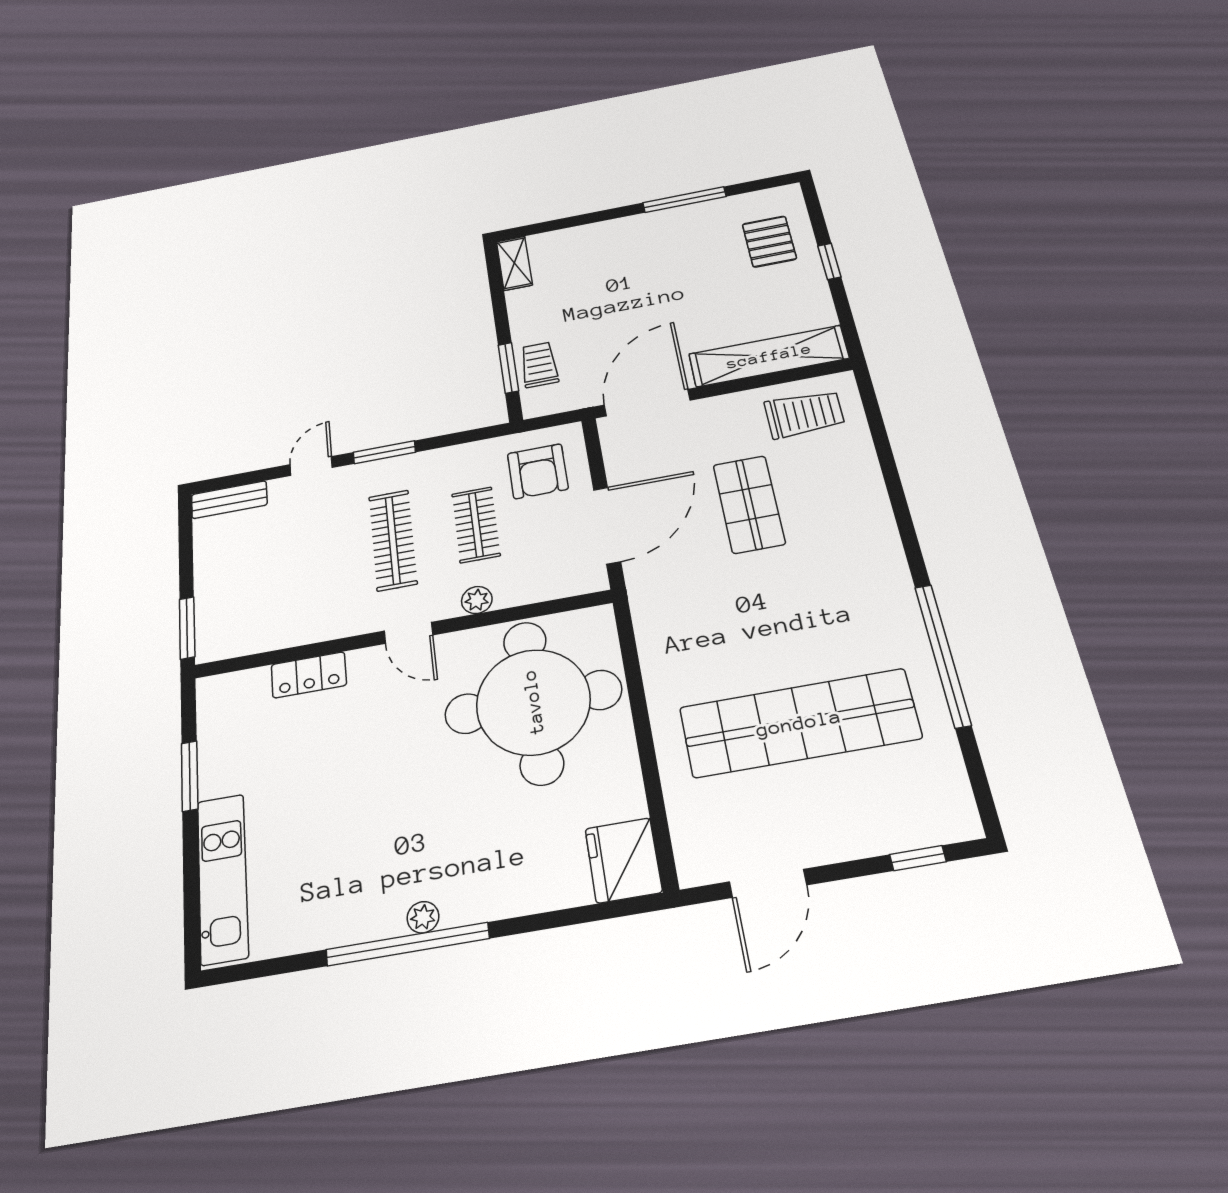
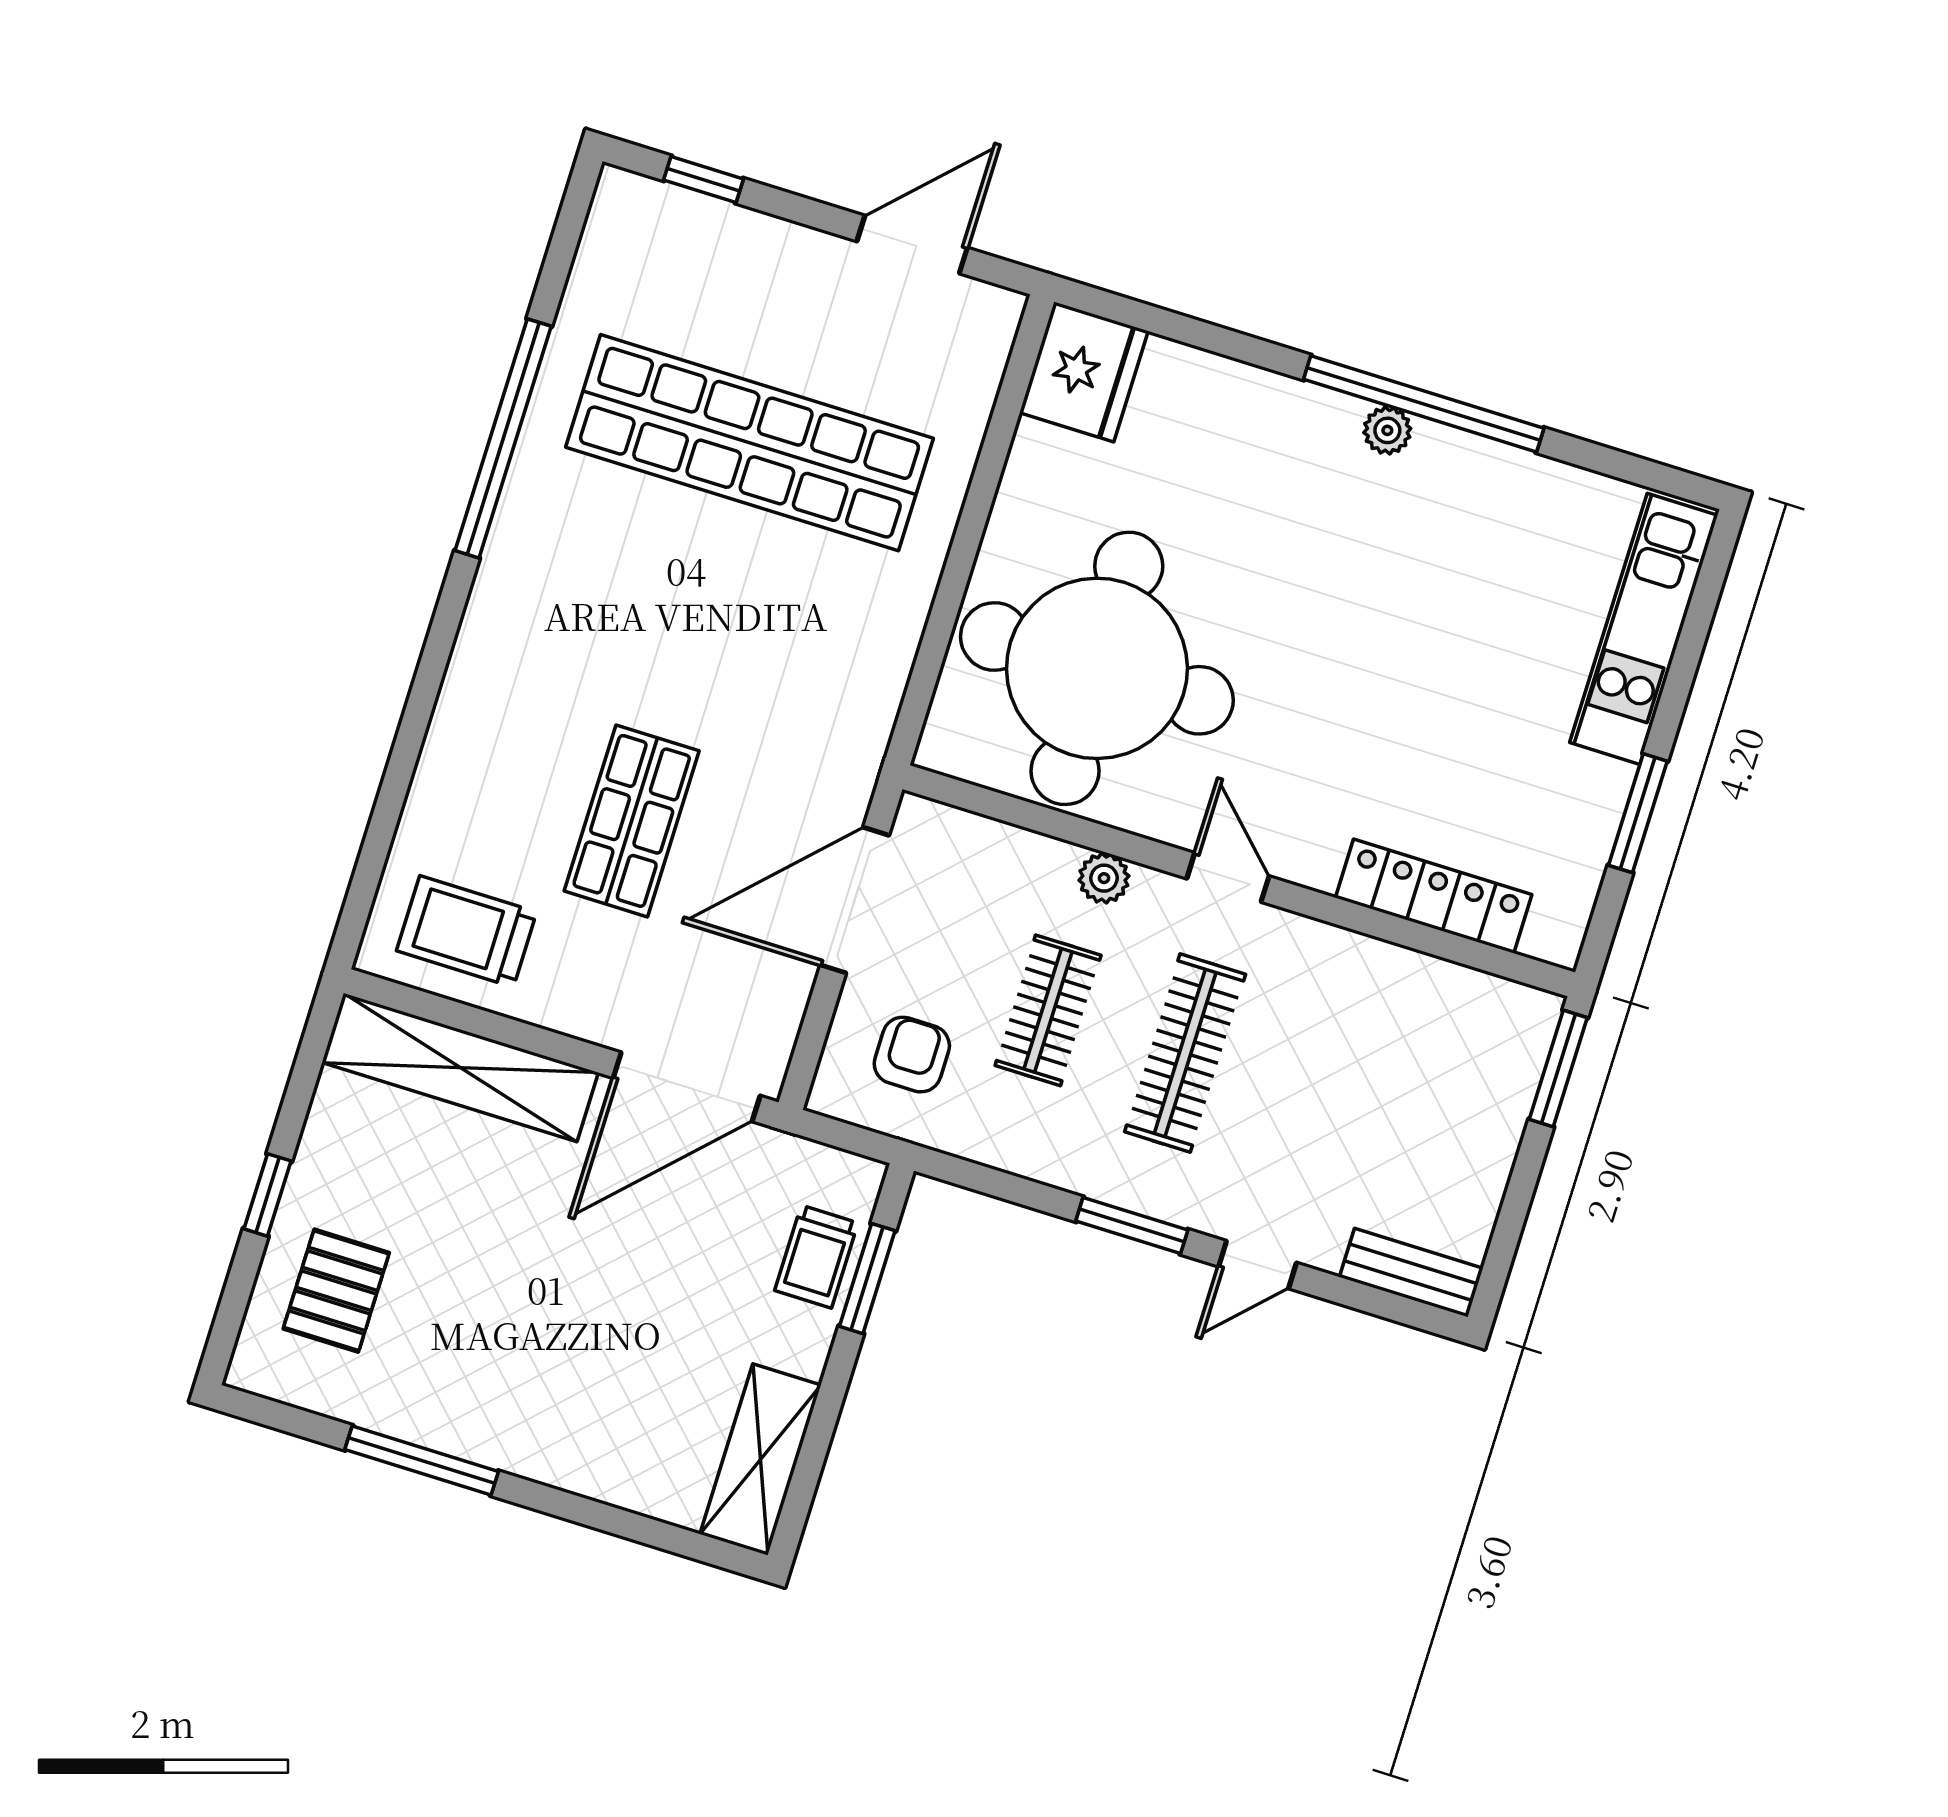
shelving: (514, 263) -> (760, 1460), width x1.50, depth x1.33
armchair: (538, 471) -> (912, 1055), width x0.72, depth x0.72
locker: (309, 675) -> (1434, 896), width x1.53

